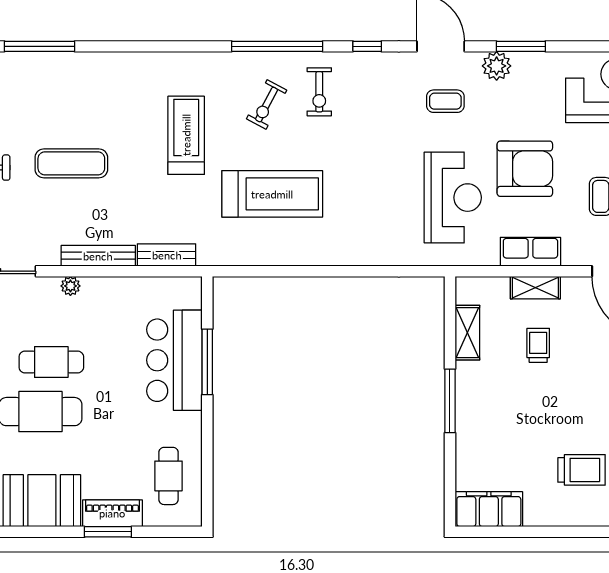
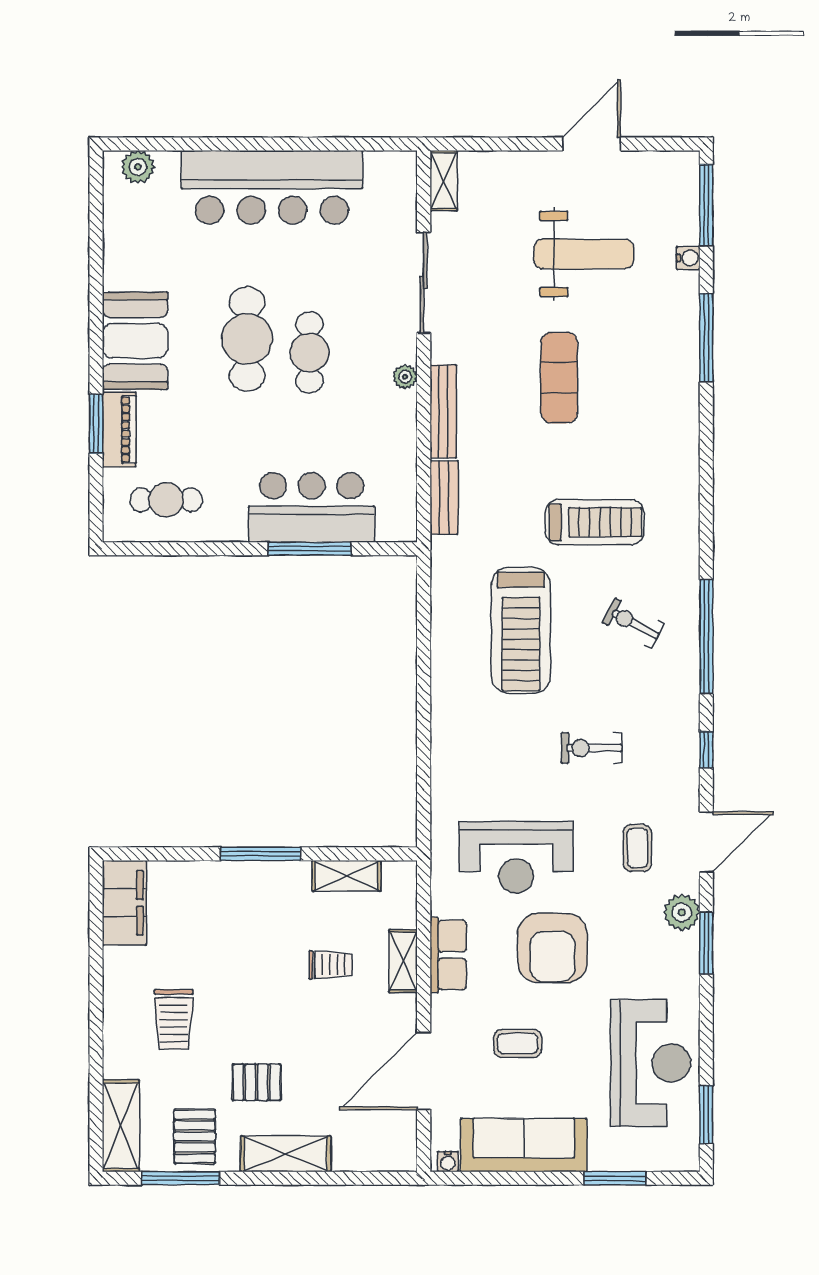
exercise bike: (319, 92) -> (591, 748), moved

